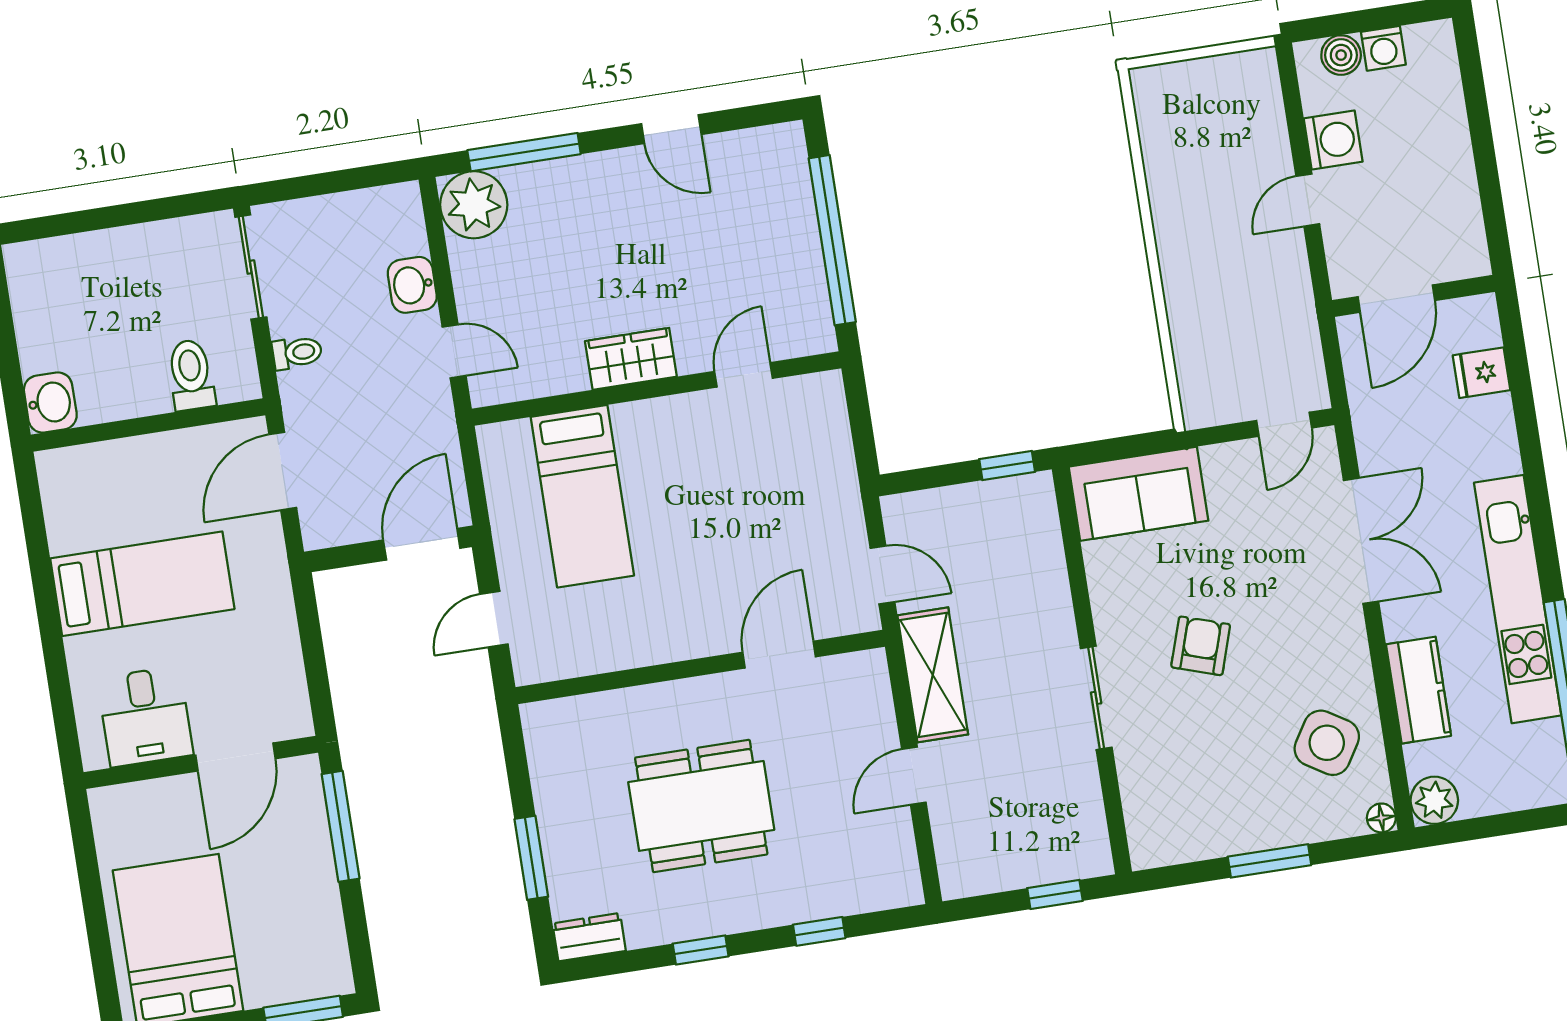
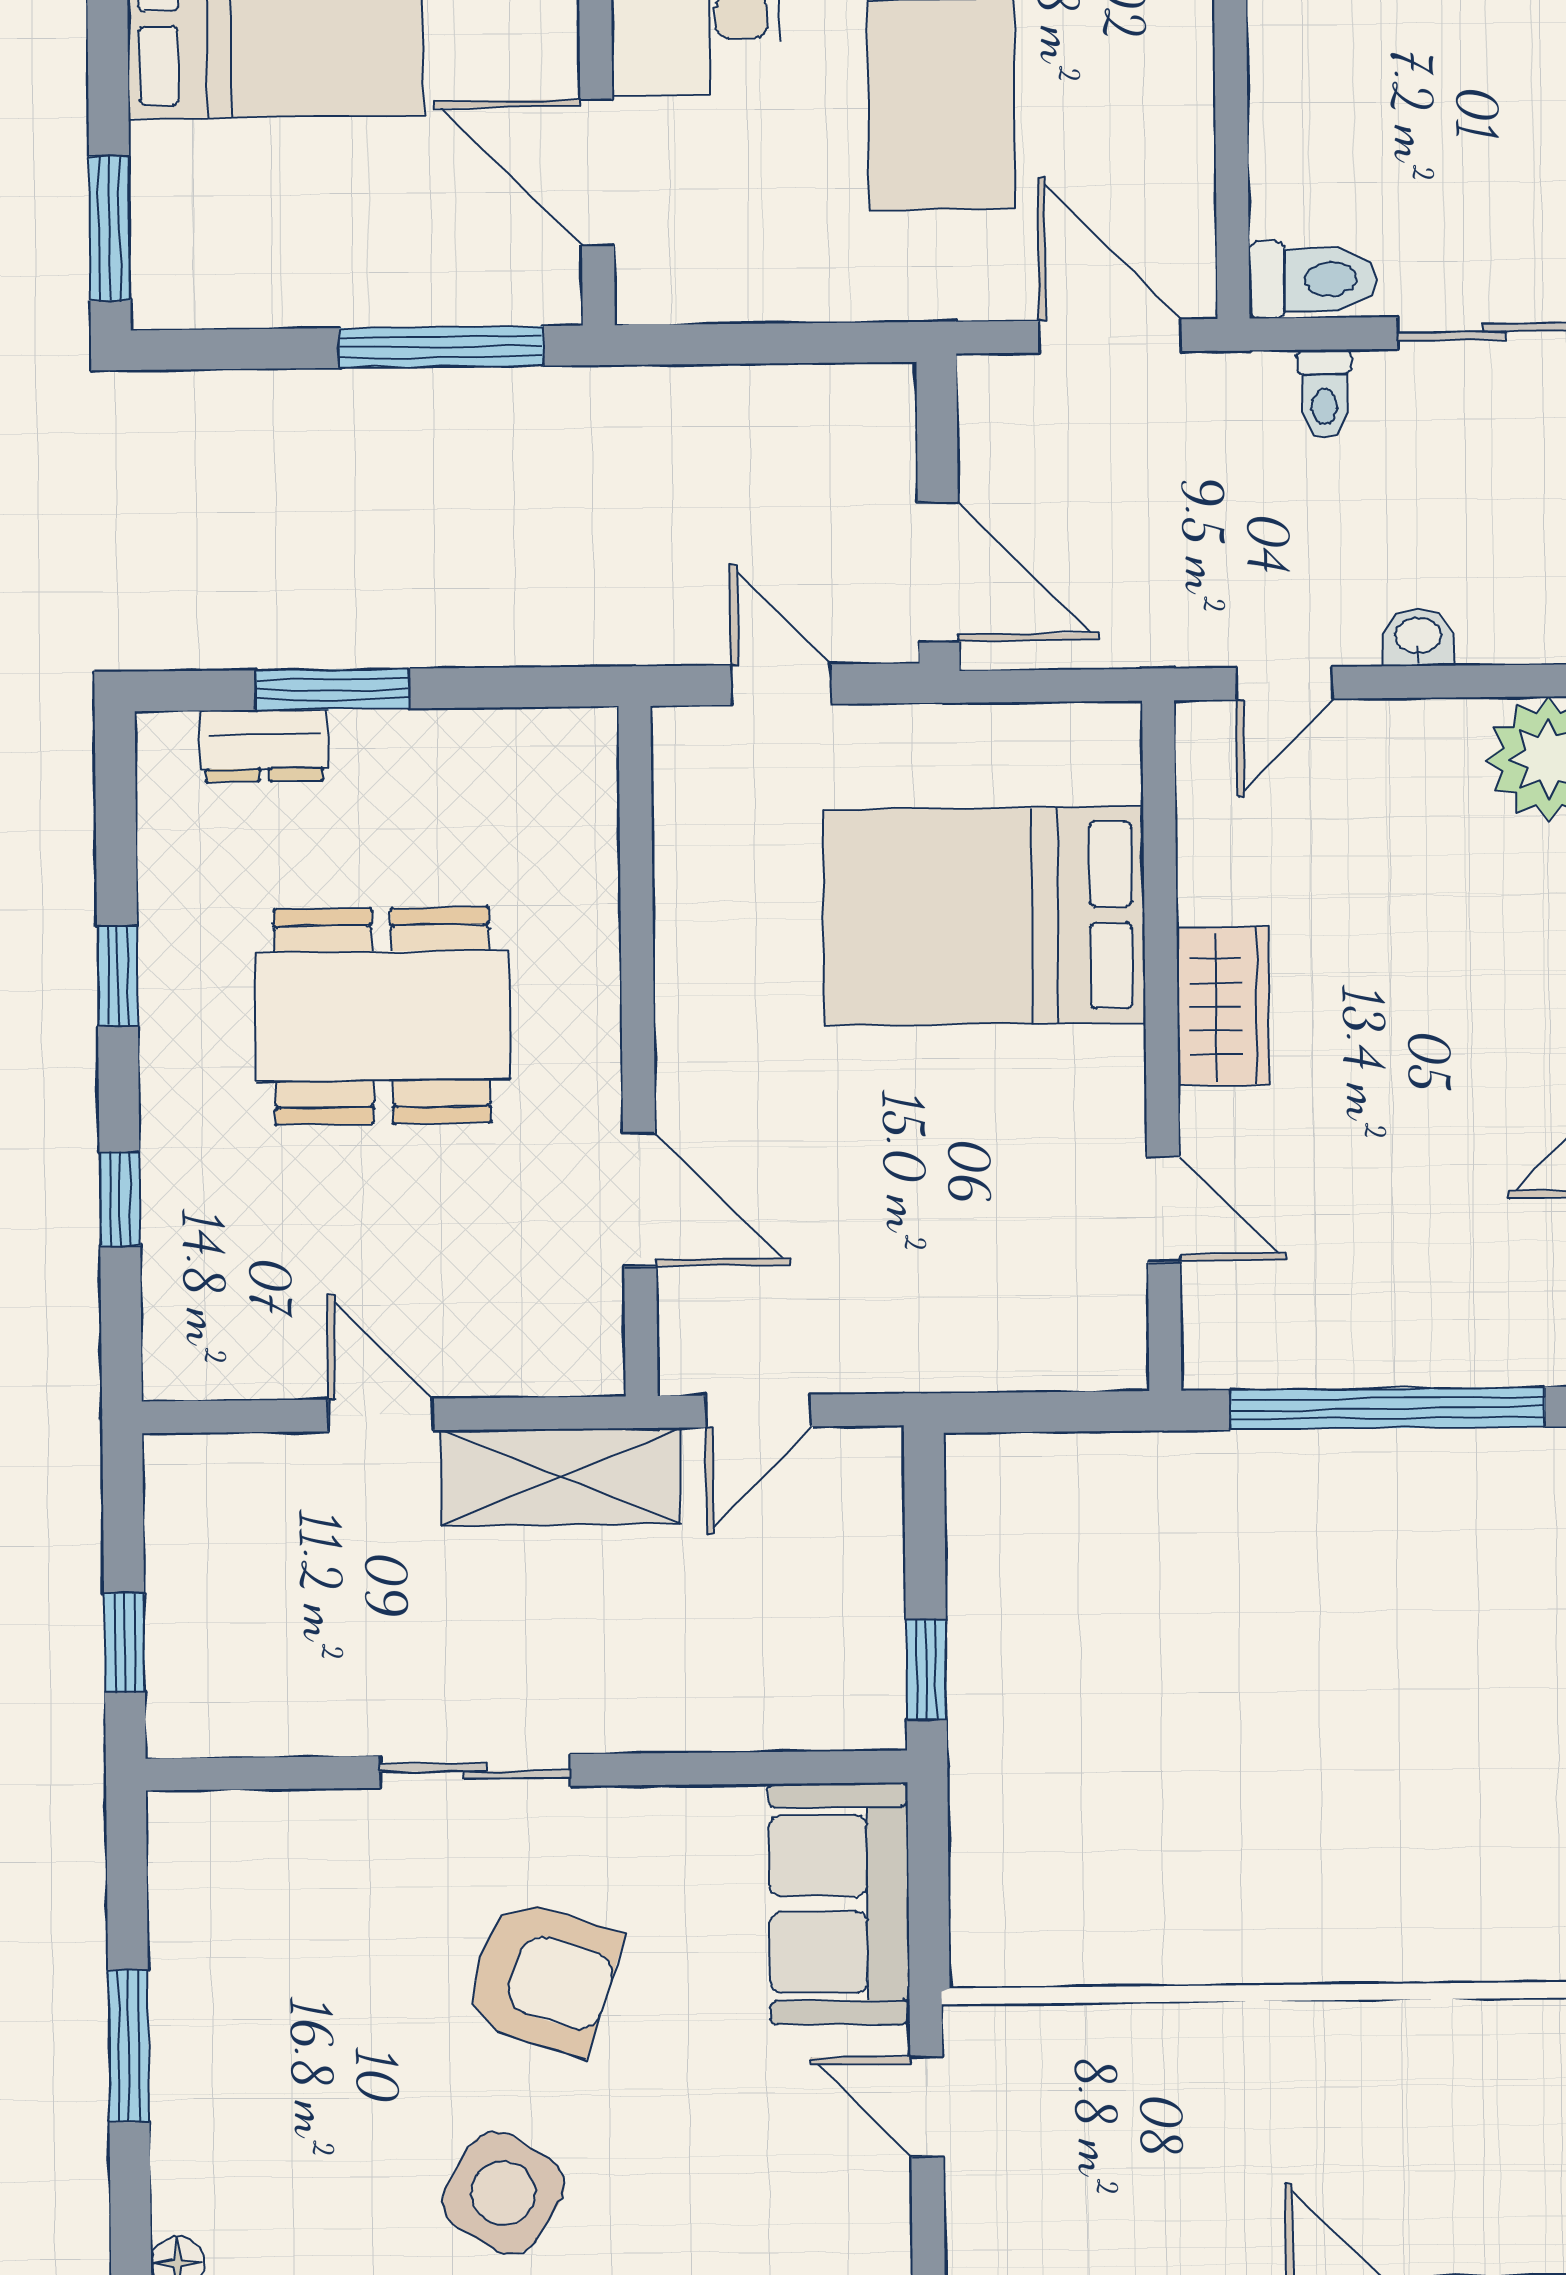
washbasin: (412, 285) -> (1418, 637), width x0.72, depth x0.69
toilet: (191, 375) -> (1313, 279), moved
door: (1284, 424) -> (927, 2107), moved
bed: (582, 496) -> (984, 916), width x1.50
armchair: (1201, 646) -> (543, 1977), width x1.38, depth x1.38
side table: (1327, 743) -> (503, 2193), moved
dining table: (701, 806) -> (382, 1016), turned 90
dresser: (589, 937) -> (264, 746), moved, turned 90

